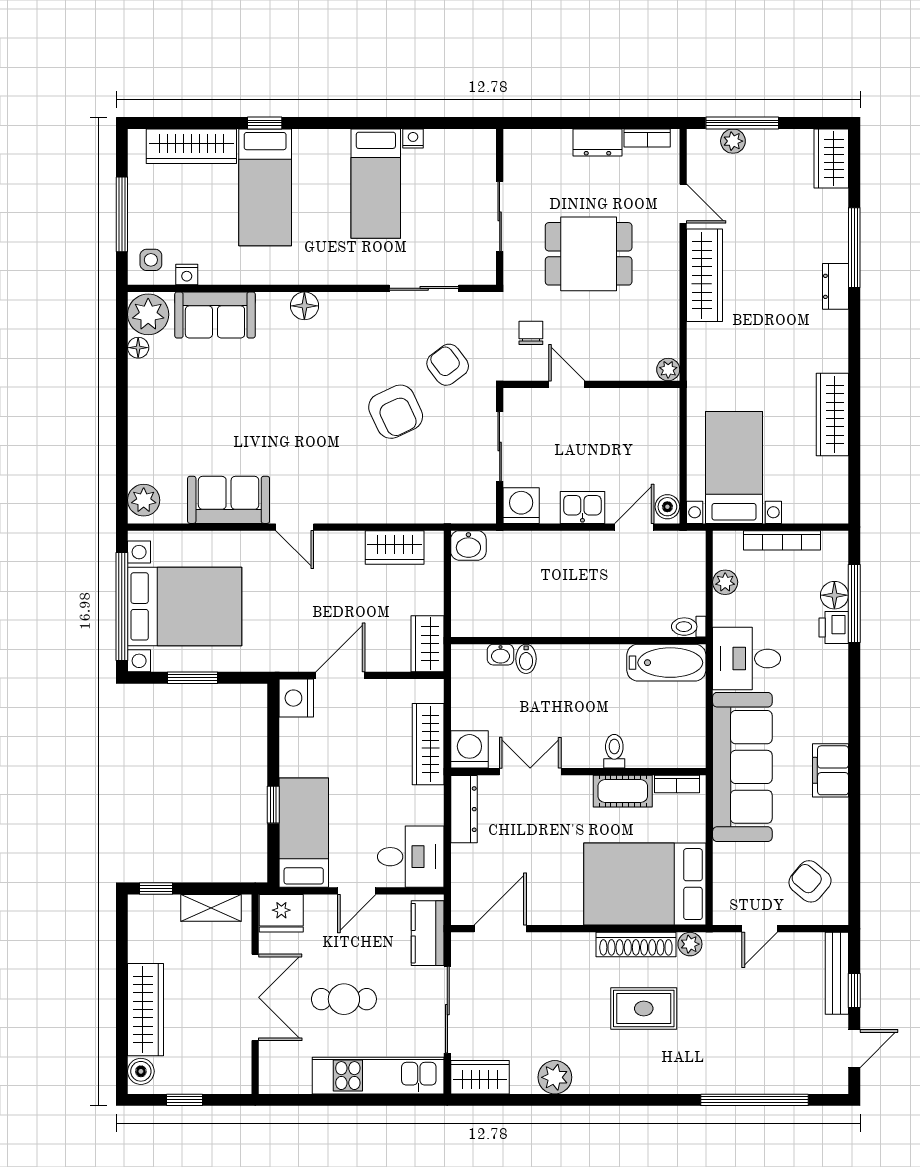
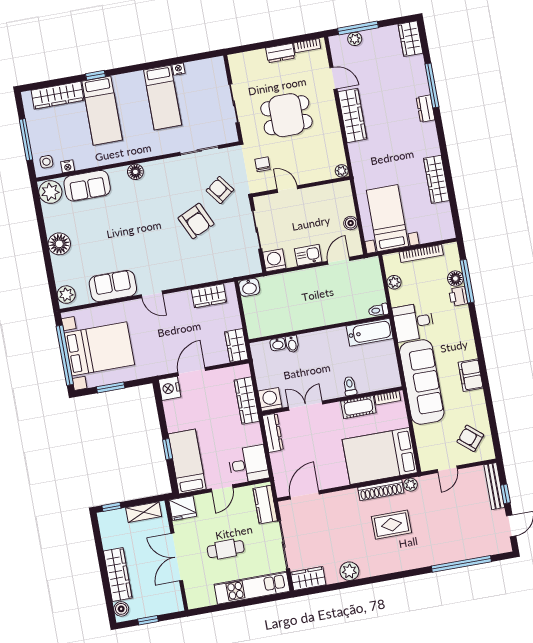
floor lamp: (138, 348) -> (59, 244), moved, width x1.89, depth x1.89
boiler: (667, 507) -> (351, 223), moved
double door: (255, 997) -> (177, 557), swing flipped

